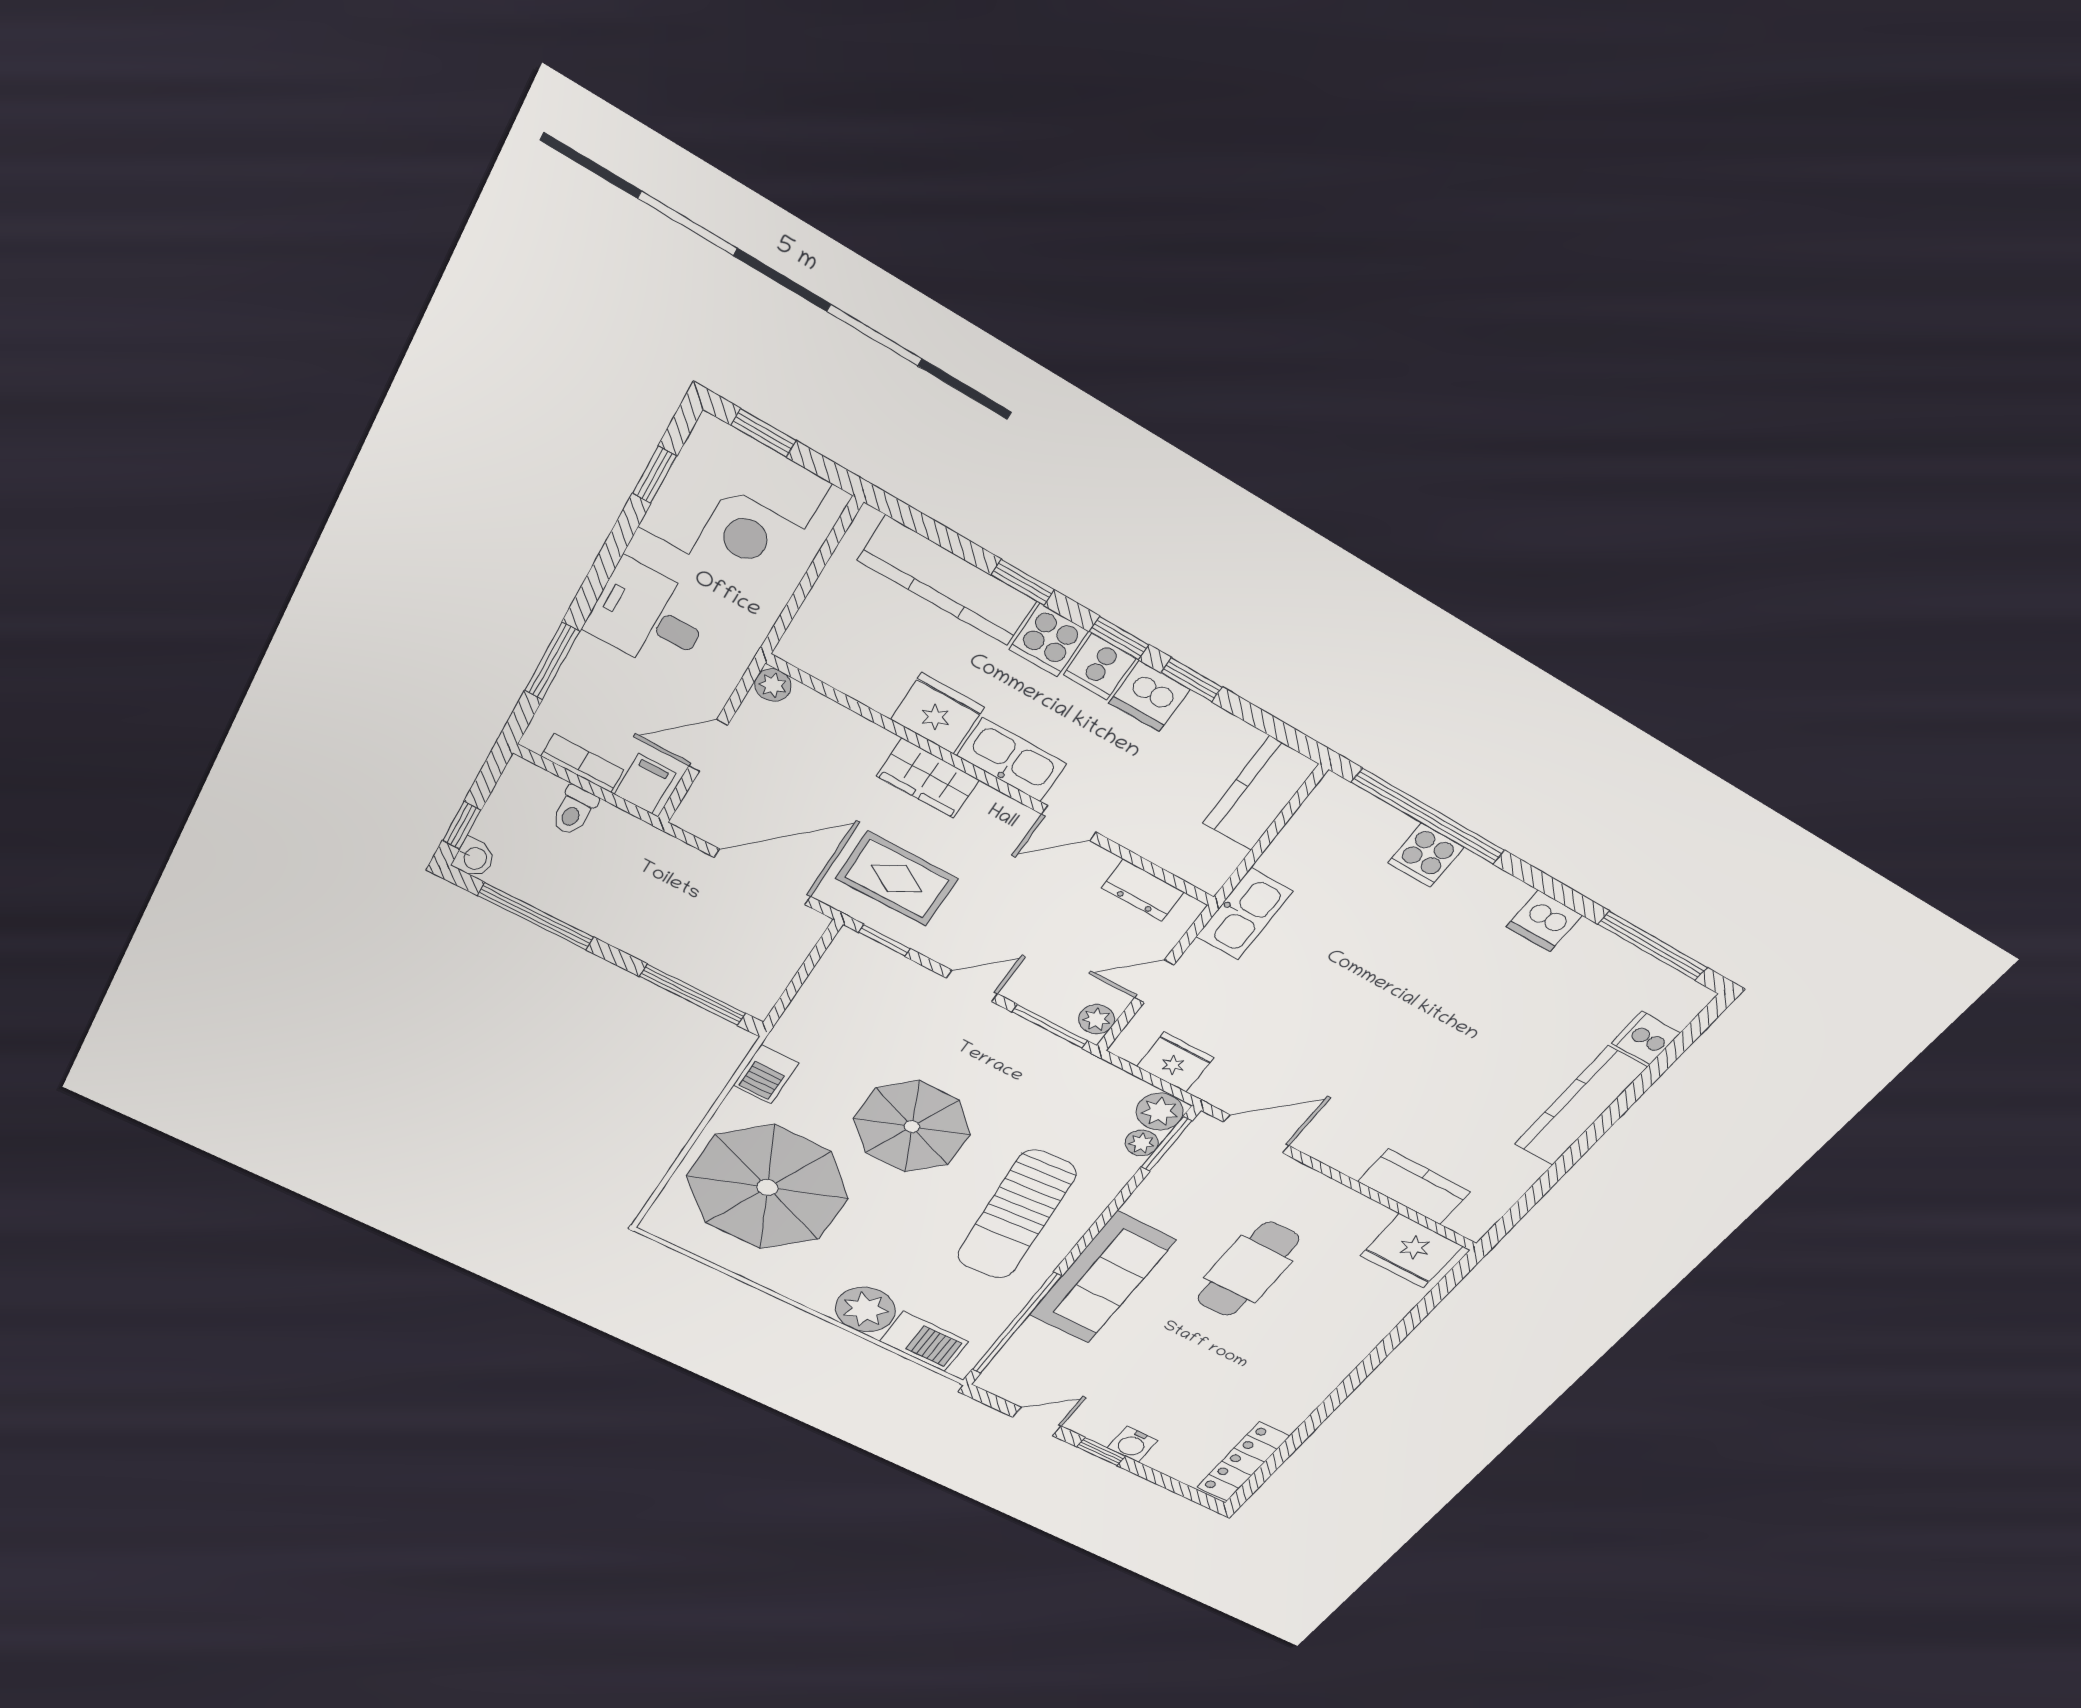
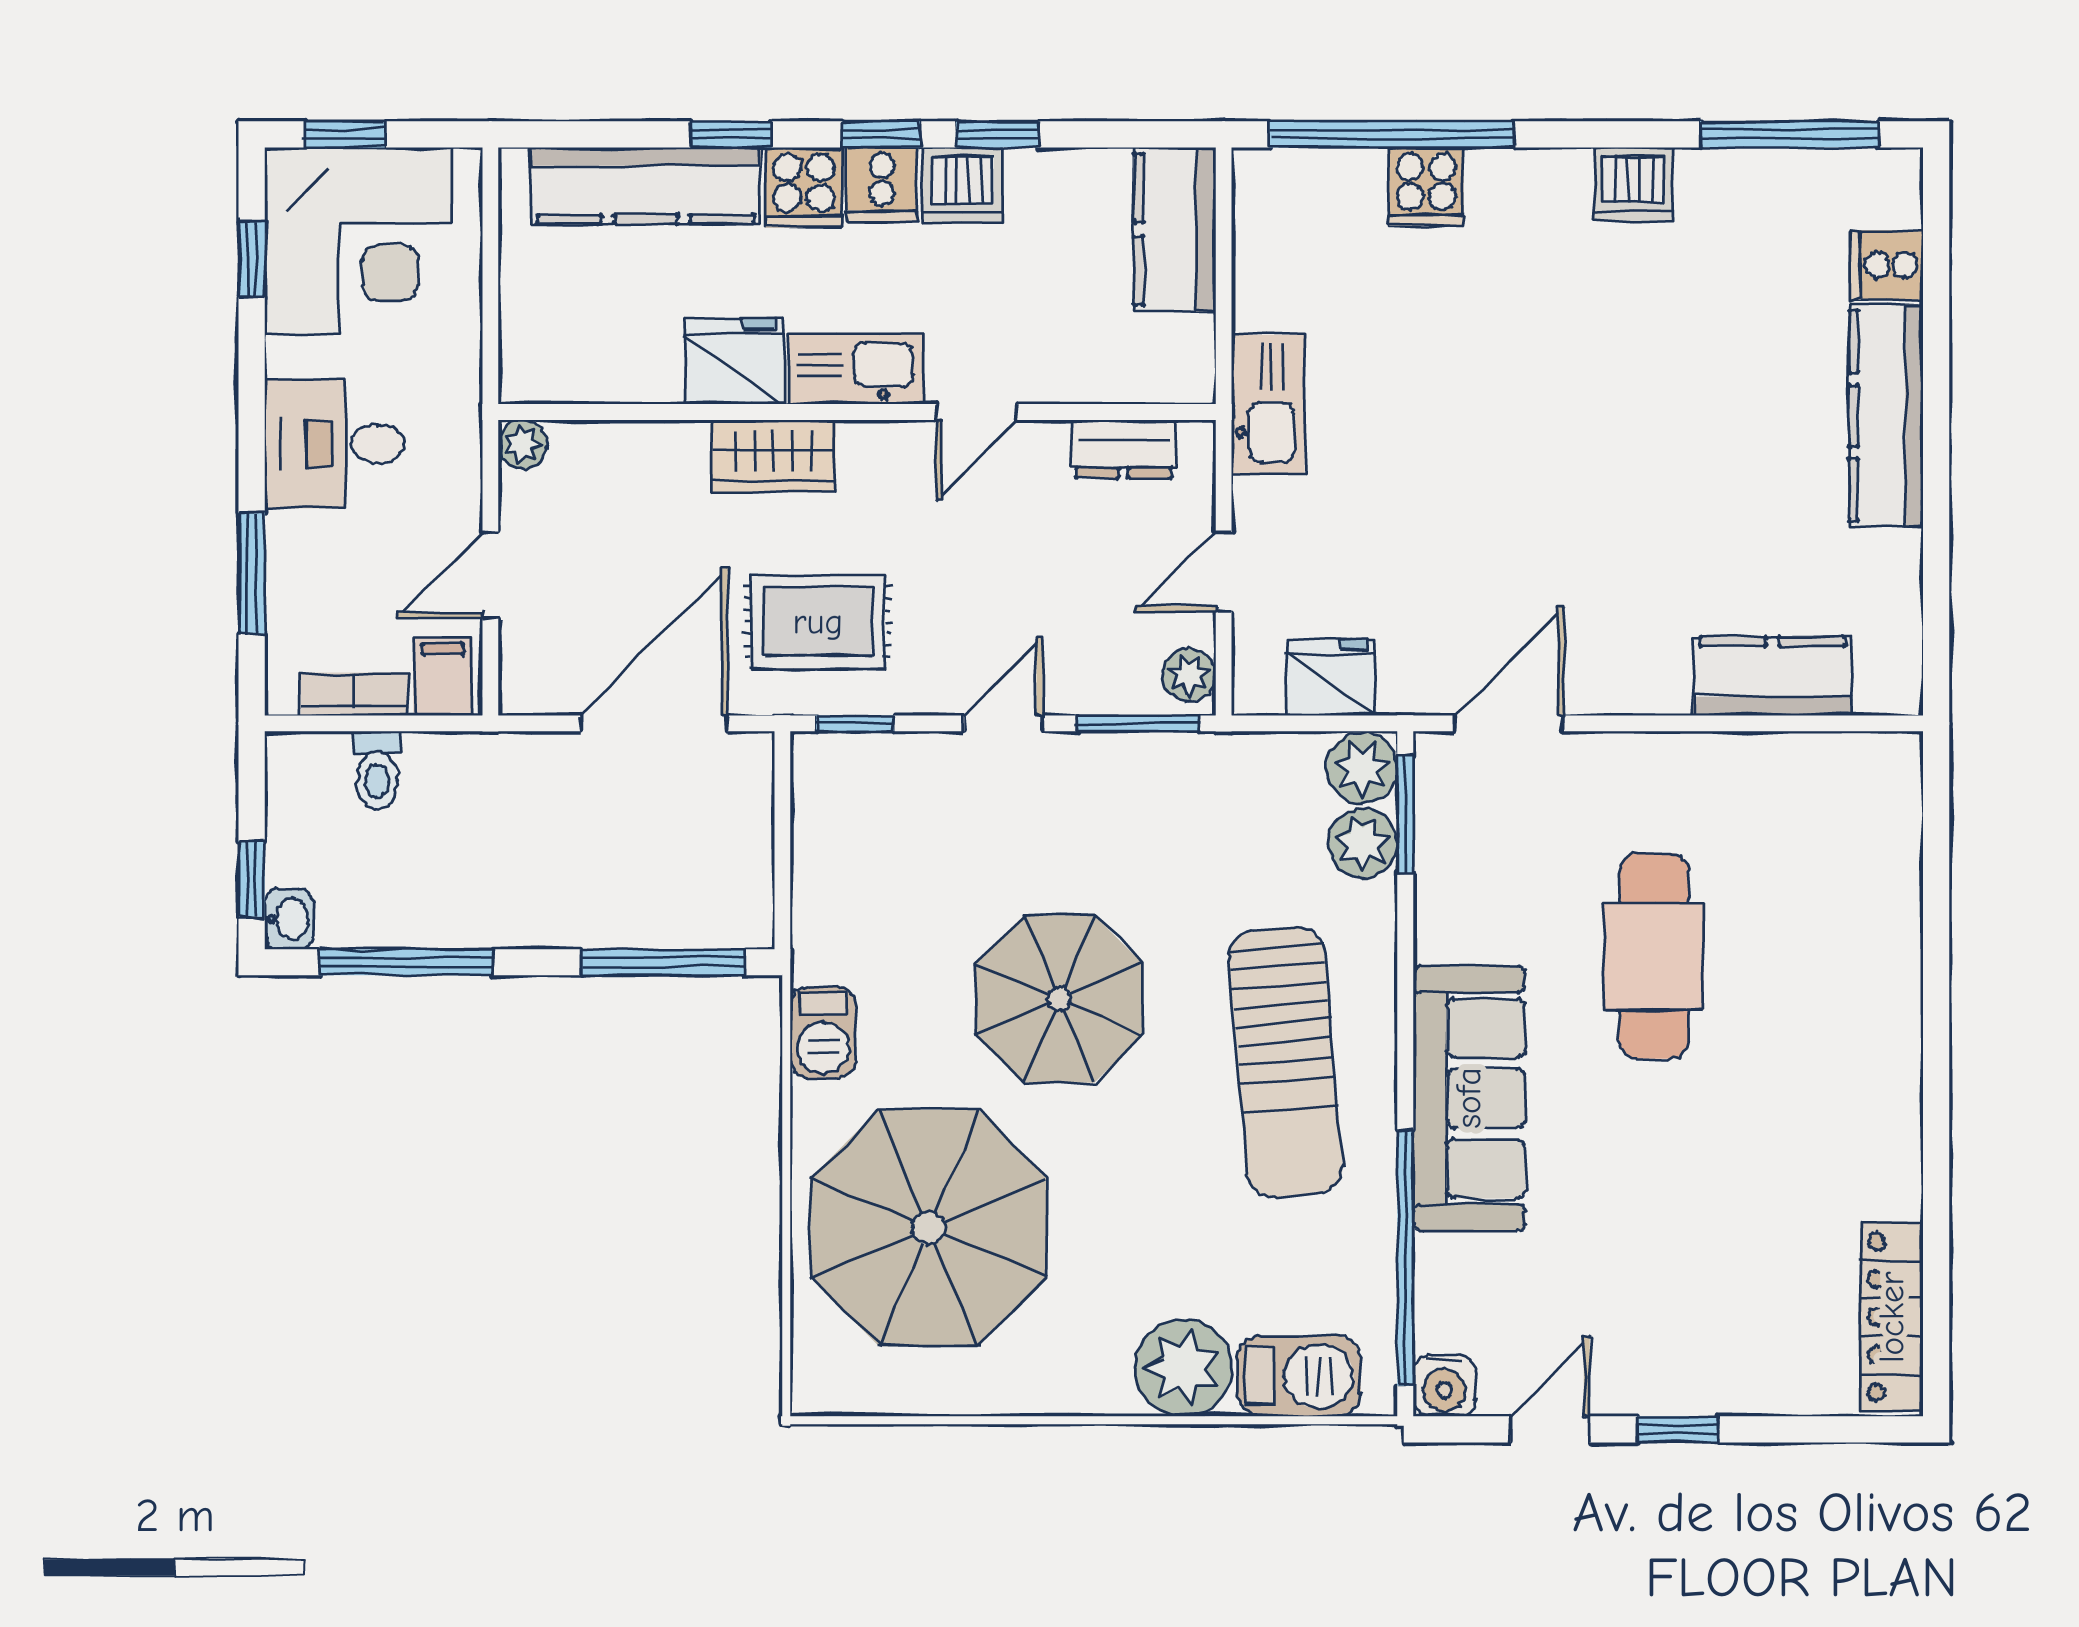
plant: (1142, 1143) -> (1363, 843), width x1.38, depth x1.38
fridge: (1411, 1251) -> (1847, 784), removed
water cooler: (1133, 1444) -> (1444, 1385), moved

